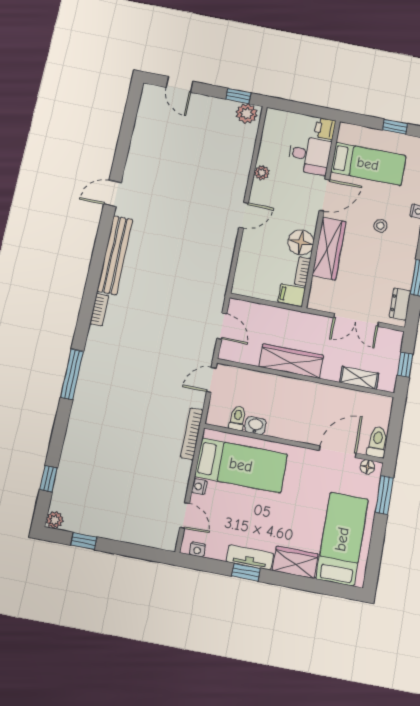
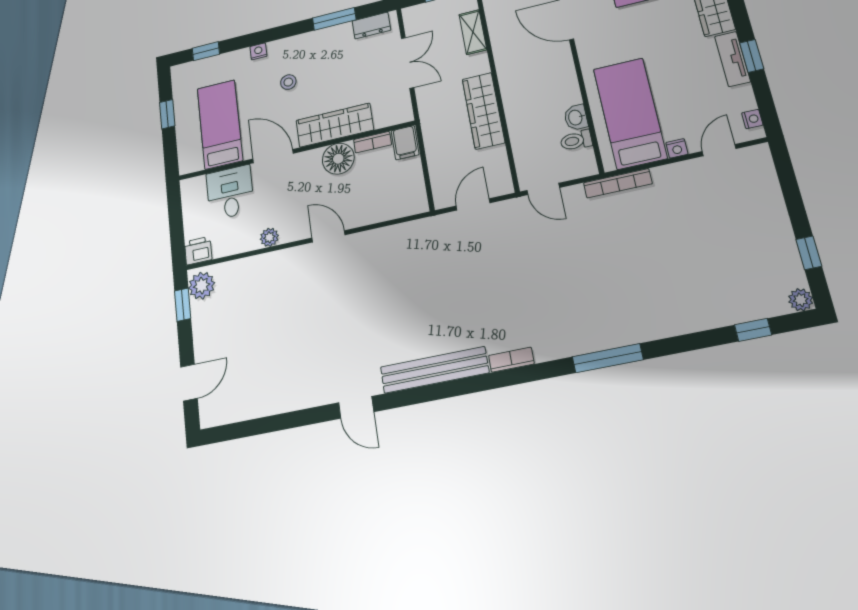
printer: (325, 129) -> (198, 251), moved, turned 180

